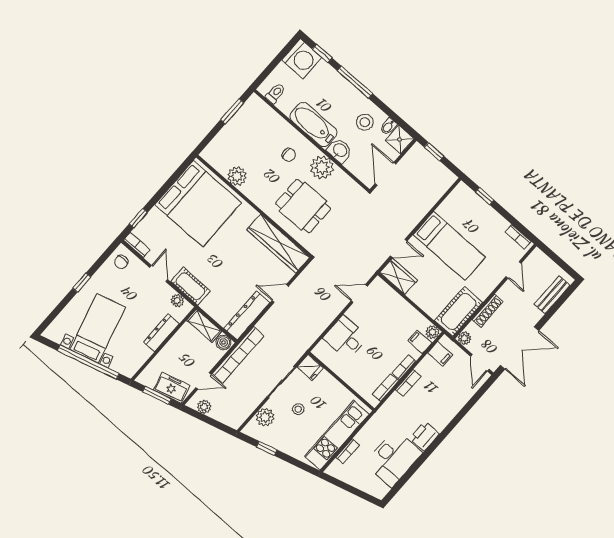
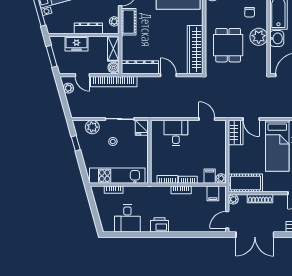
freezer: (172, 388) -> (77, 44), moved, turned 105
desk: (393, 458) -> (127, 218), width x0.73

